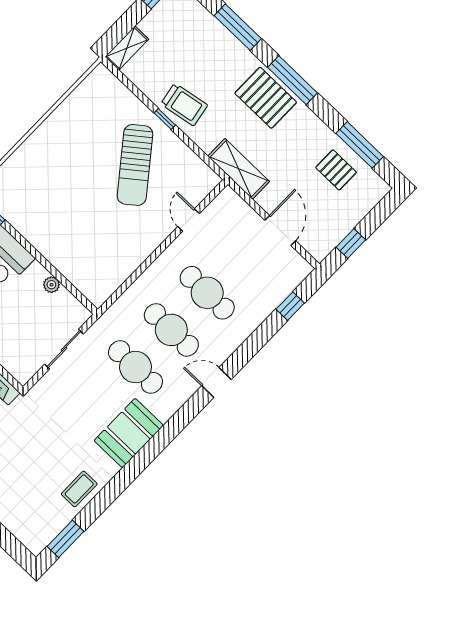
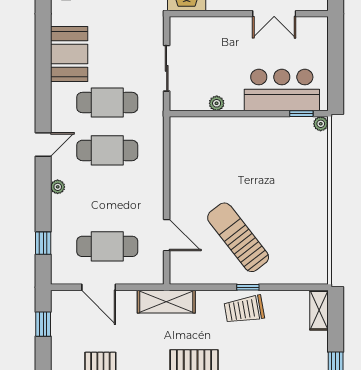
door: (189, 220) -> (167, 235), width x1.38
cafe table: (207, 293) -> (107, 246), moved
plant: (237, 339) -> (58, 187), added

